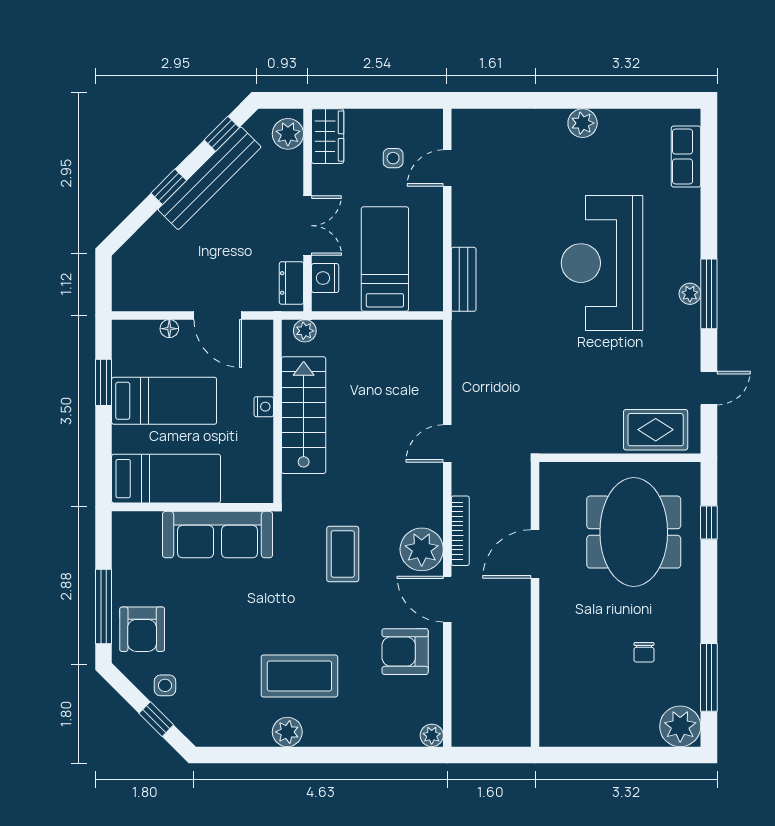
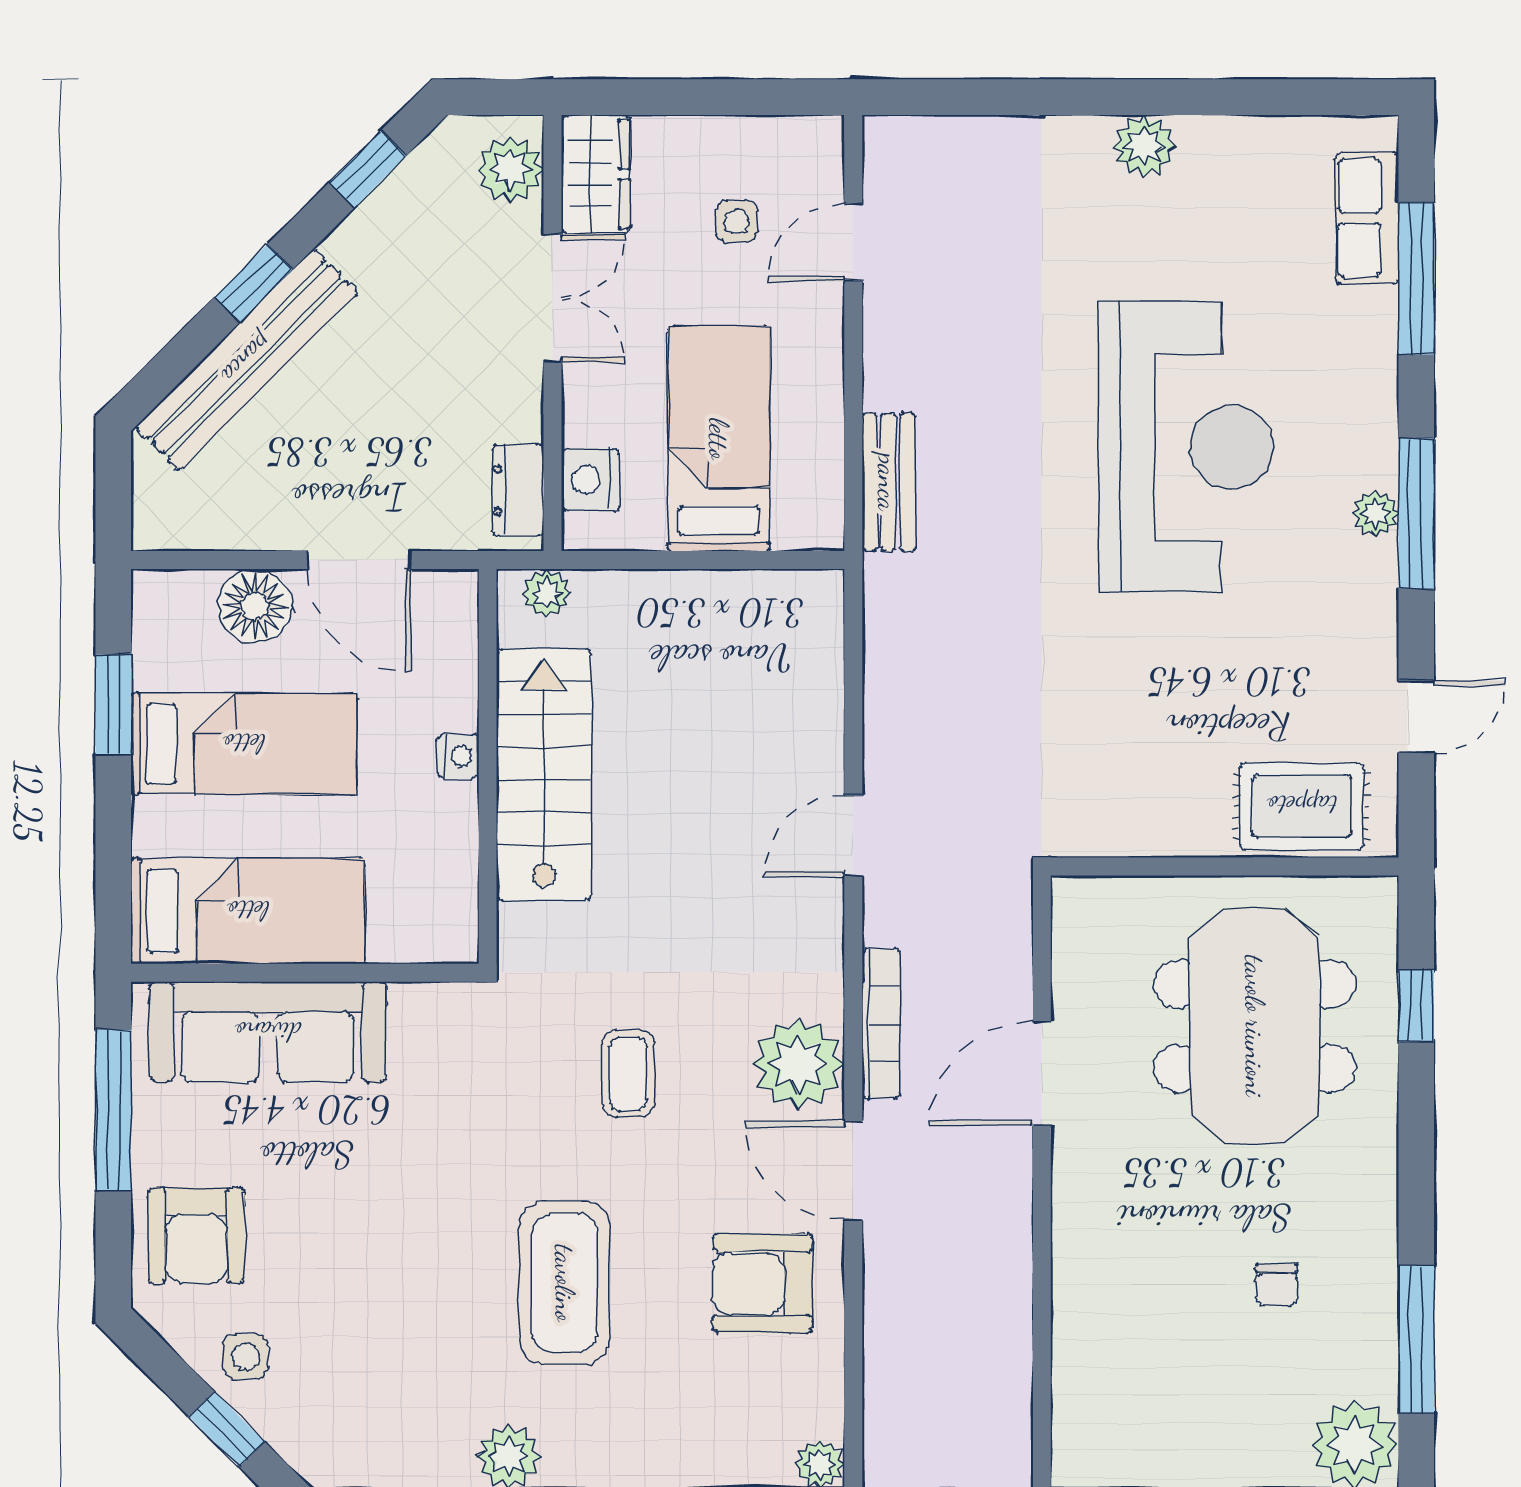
bench: (210, 178) -> (247, 360), moved
window: (709, 185) -> (1416, 278), added
double door: (308, 226) -> (552, 298), moved
reception desk: (602, 263) -> (1186, 447), turned 180
floor lamp: (169, 329) -> (255, 606), width x1.89, depth x1.89
sofa: (218, 535) -> (268, 1032), moved
coffee table: (343, 554) -> (628, 1074), width x0.73, depth x0.77
window: (104, 607) -> (113, 1110), moved
coffee table: (299, 676) -> (565, 1283), moved, turned 90

